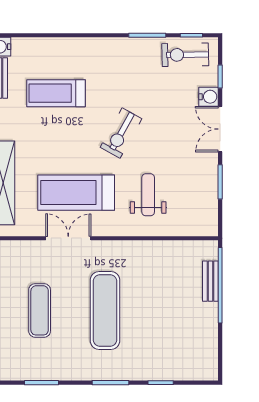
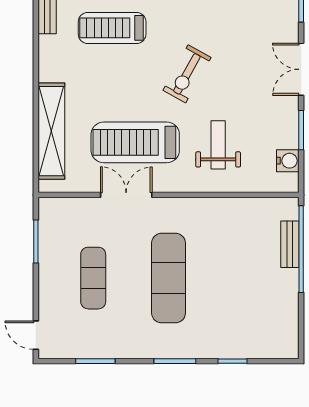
water cooler: (209, 97) -> (288, 161), moved

